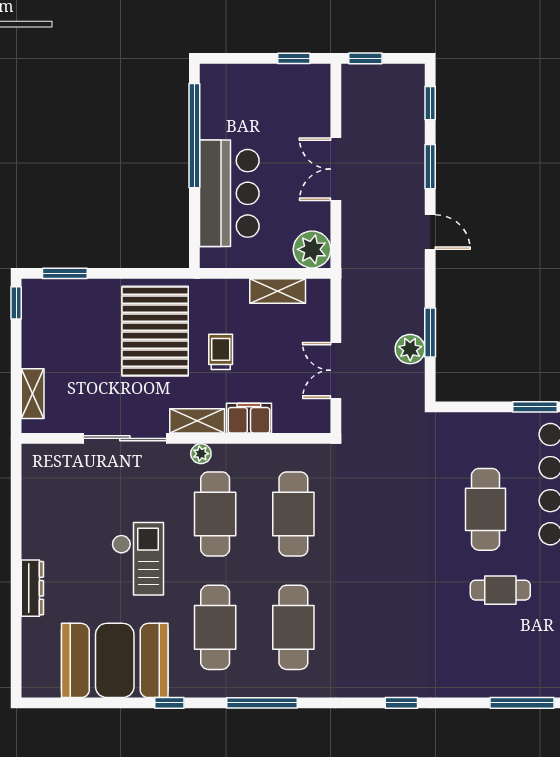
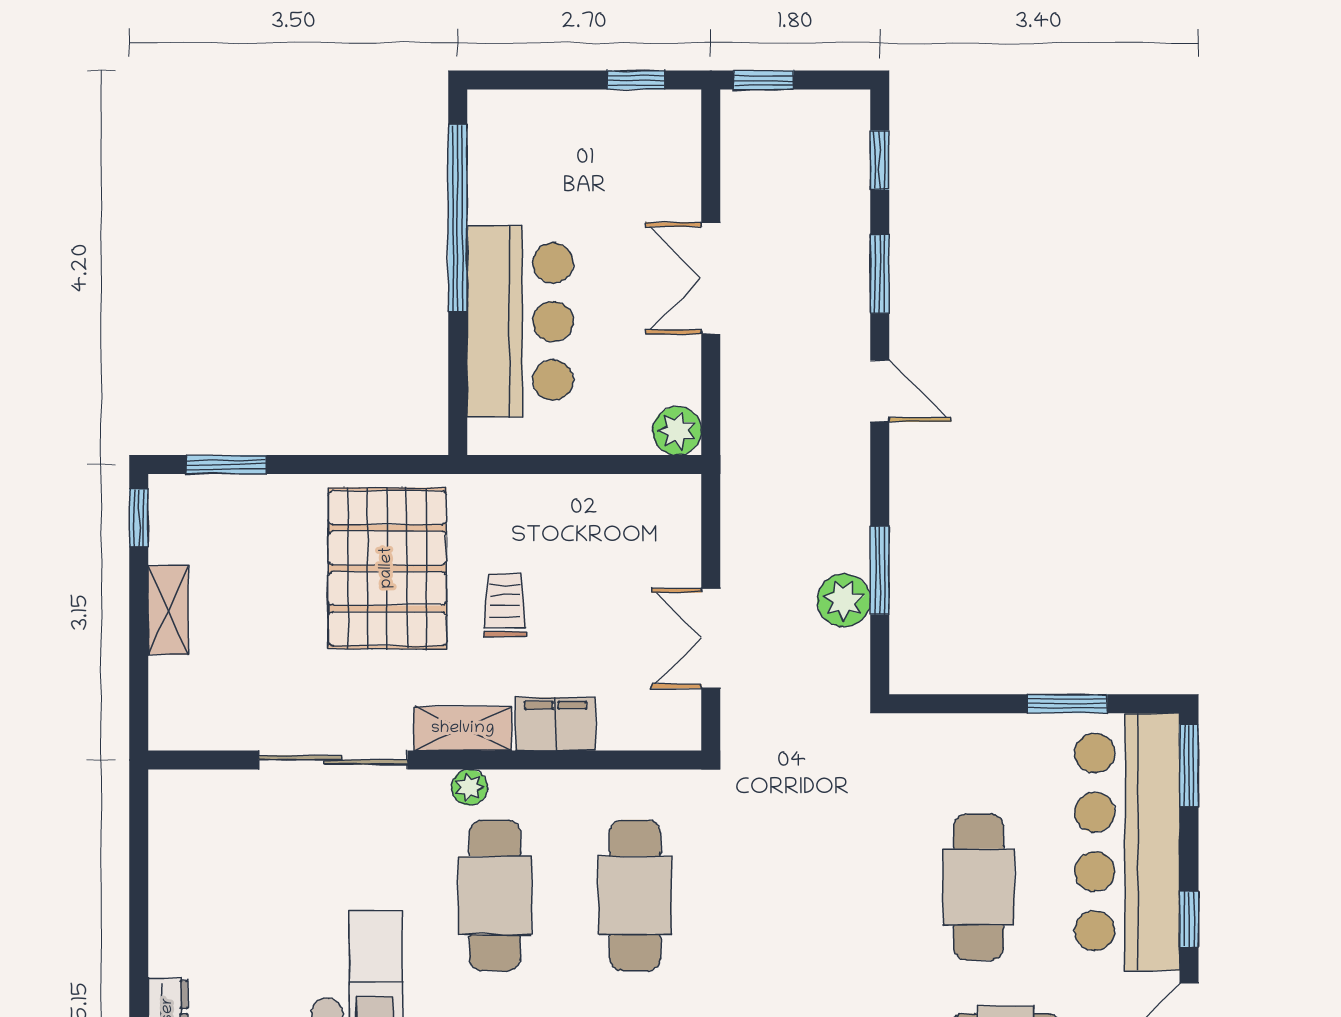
plant: (312, 249) -> (677, 431), width x0.73, depth x0.73
shelving: (278, 291) -> (607, 496), removed
shelving: (33, 394) -> (168, 610), moved

